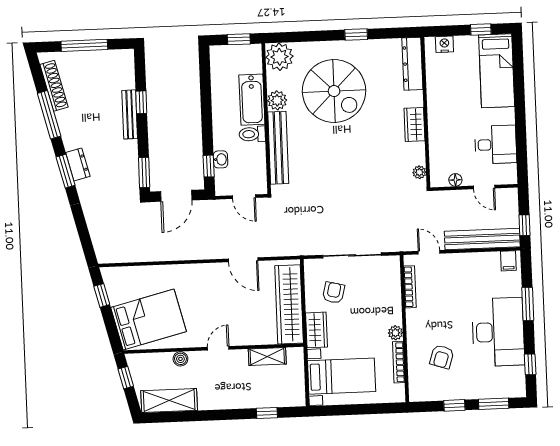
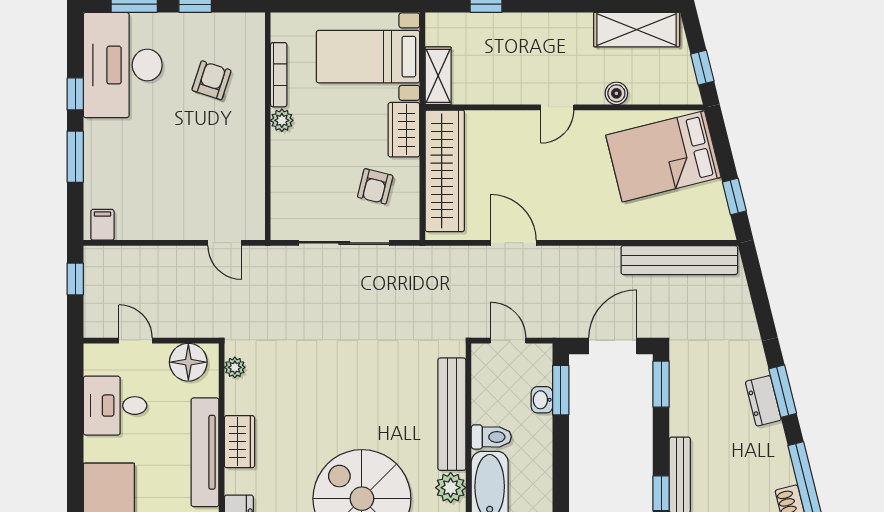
tv unit: (436, 117) -> (205, 452), added
window: (209, 166) -> (561, 390), width x1.50
floor lamp: (455, 180) -> (188, 362), width x1.89, depth x1.89
bench: (482, 239) -> (679, 260), moved
bookcase: (410, 287) -> (257, 191), removed
desk: (498, 332) -> (123, 65), moved
shelving: (267, 356) -> (438, 76), moved, turned 90
window: (530, 364) -> (75, 94), moved

